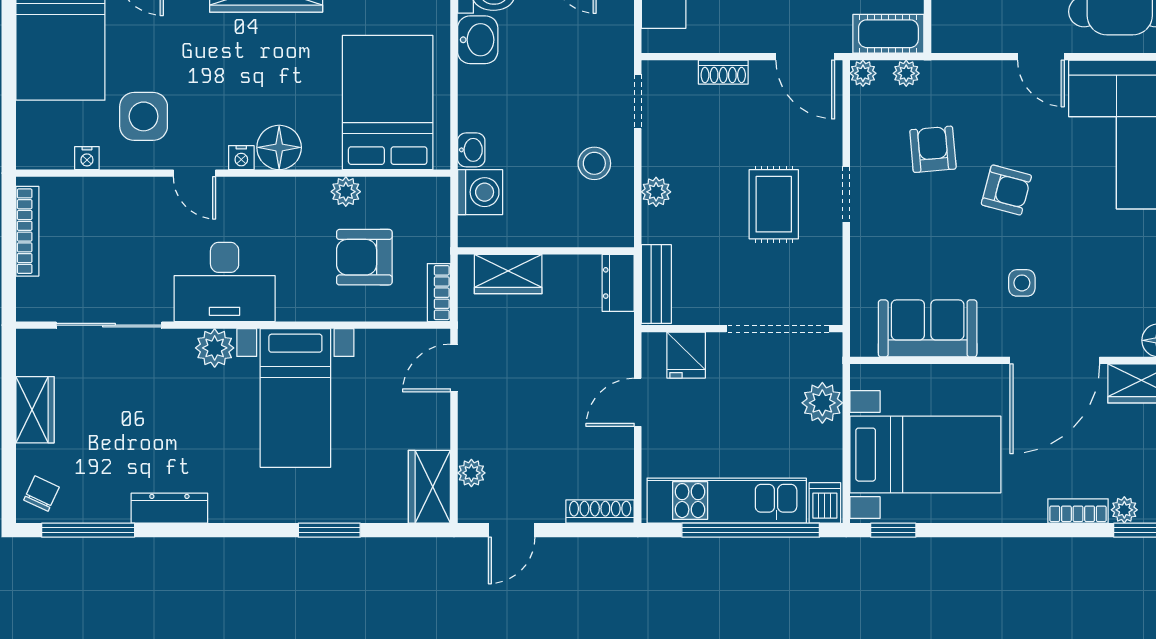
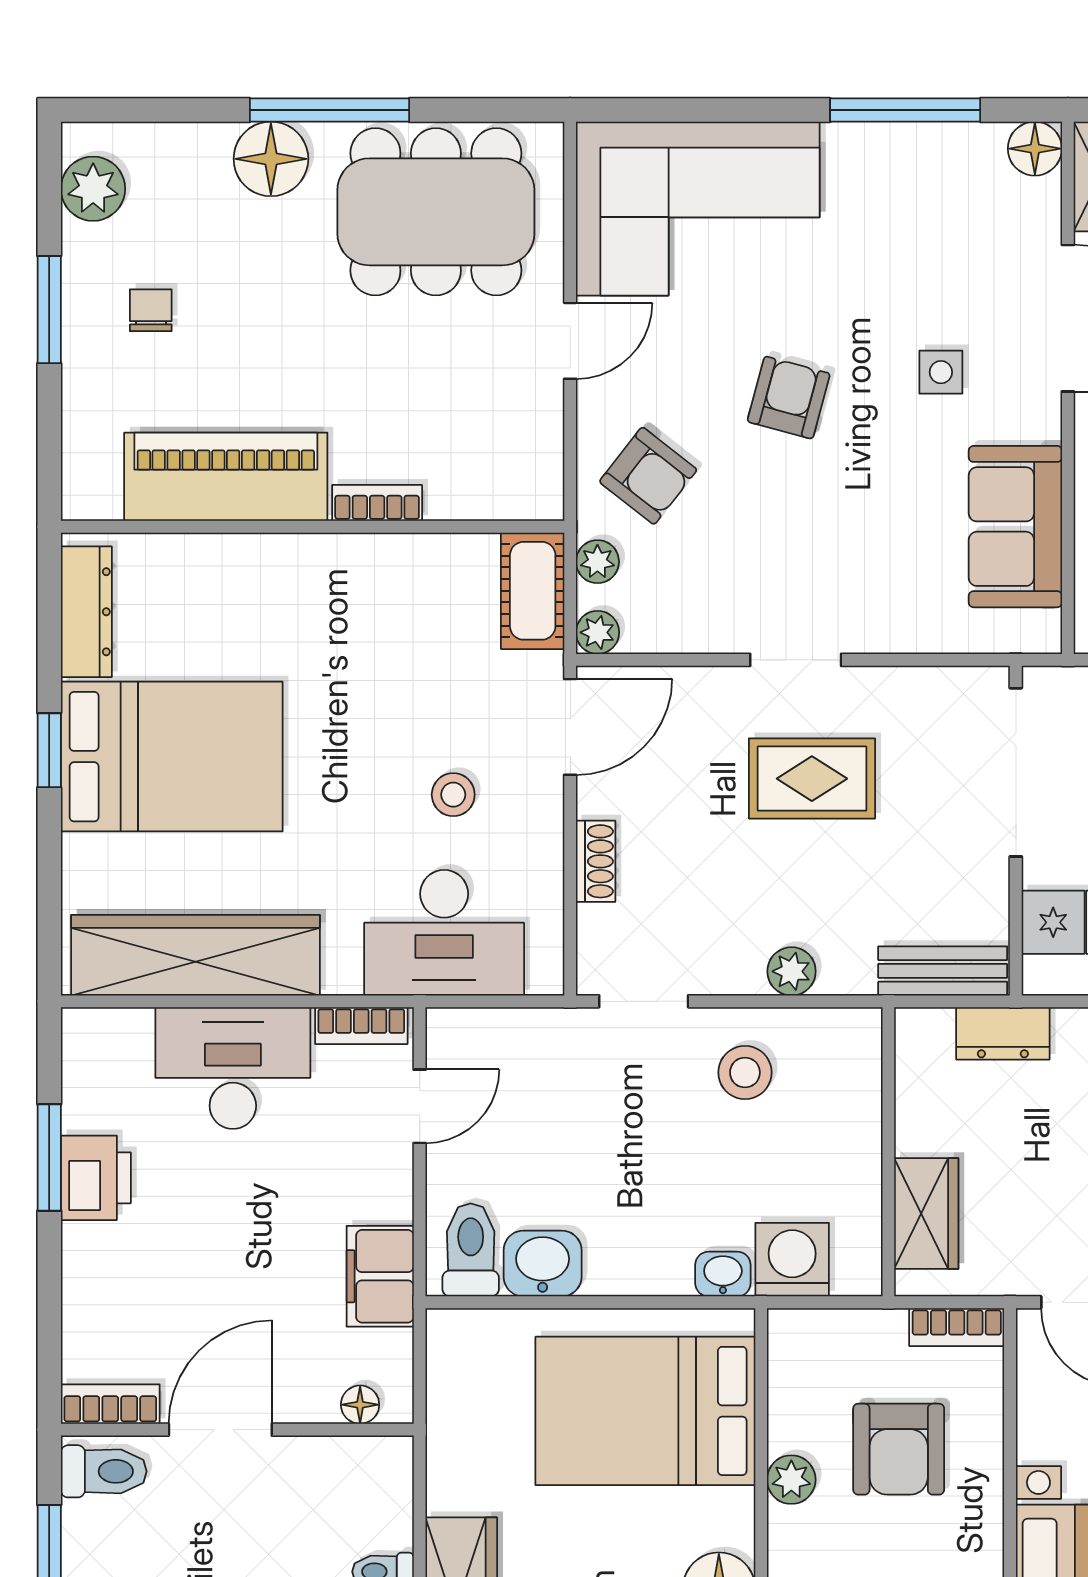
armchair: (933, 149) -> (648, 476), moved, turned -137
dresser: (618, 283) -> (1003, 1033), moved

